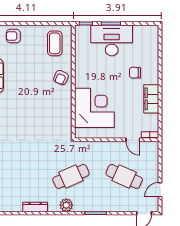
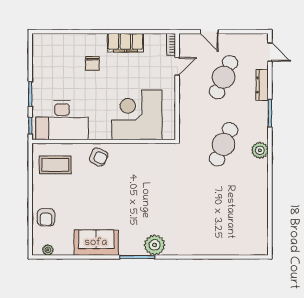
desk: (112, 40) -> (62, 120), moved, turned -90
cafe table: (71, 176) -> (224, 144), turned 48
door: (160, 190) -> (209, 32), moved
dresser: (35, 207) -> (262, 85), moved

